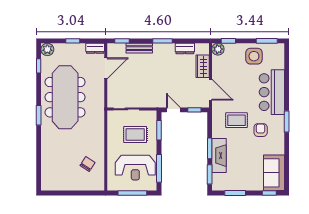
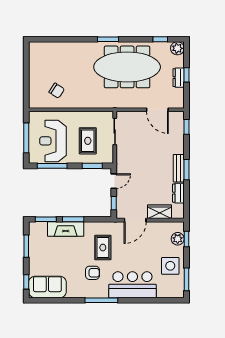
dresser: (95, 48) -> (179, 78), moved
bench: (139, 48) -> (179, 168), moved
plant: (218, 49) -> (178, 239), moved
window: (287, 122) -> (101, 300), width x1.44

